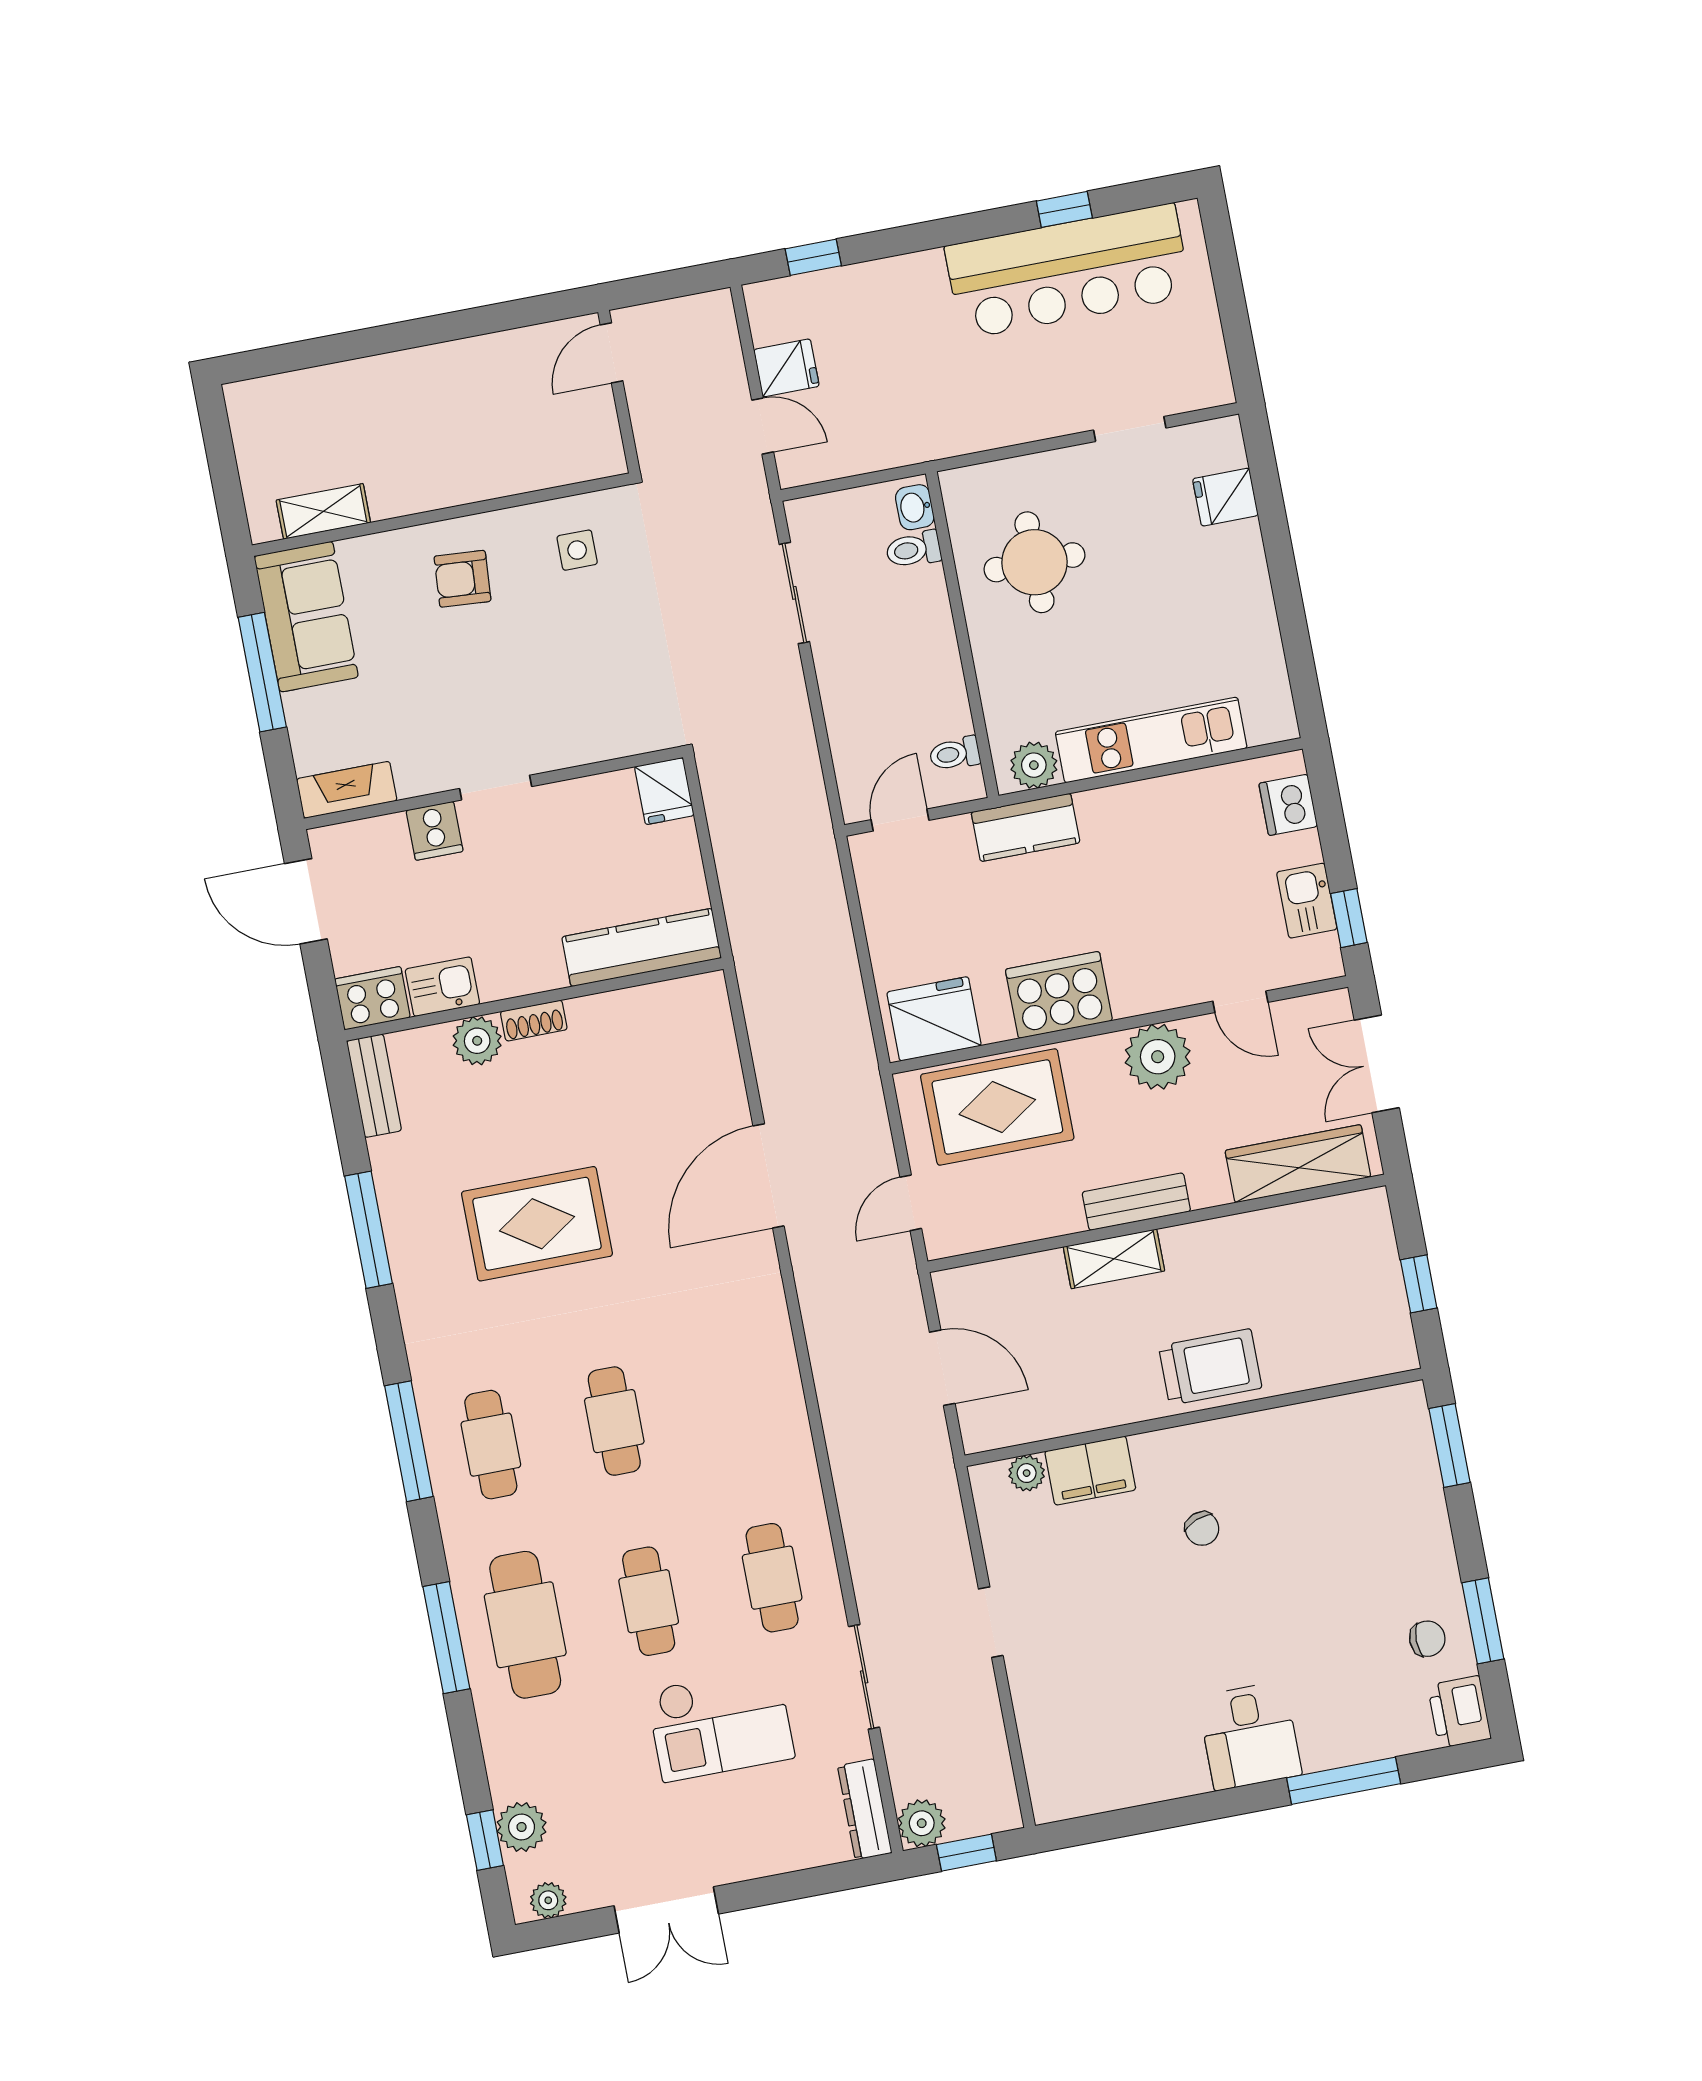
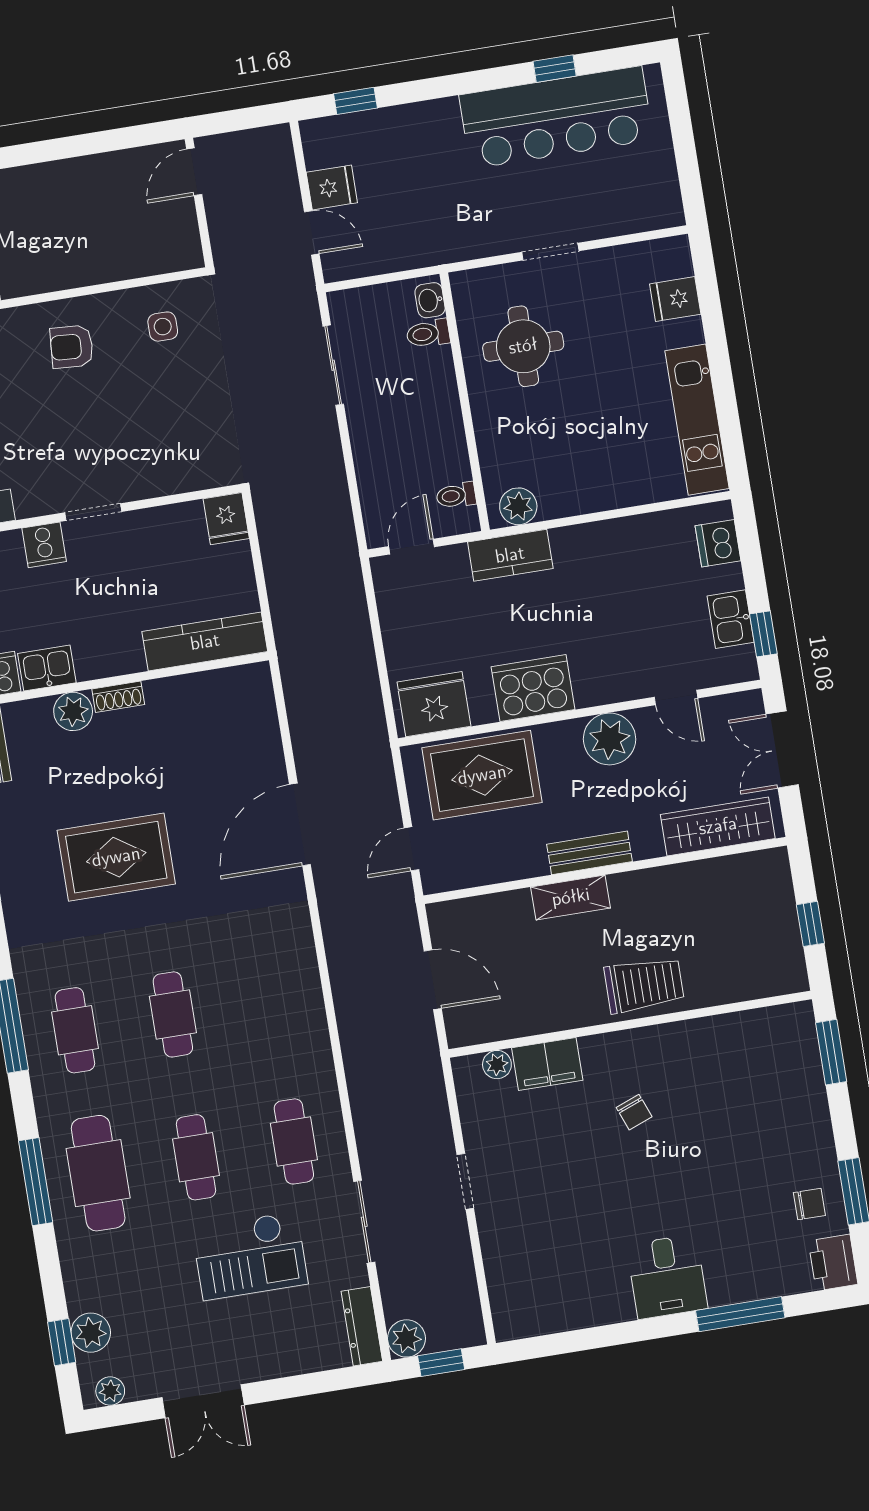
doorway: (1130, 429) -> (550, 252), moved
kitchen unit: (1151, 740) -> (697, 420), moved, turned -90

